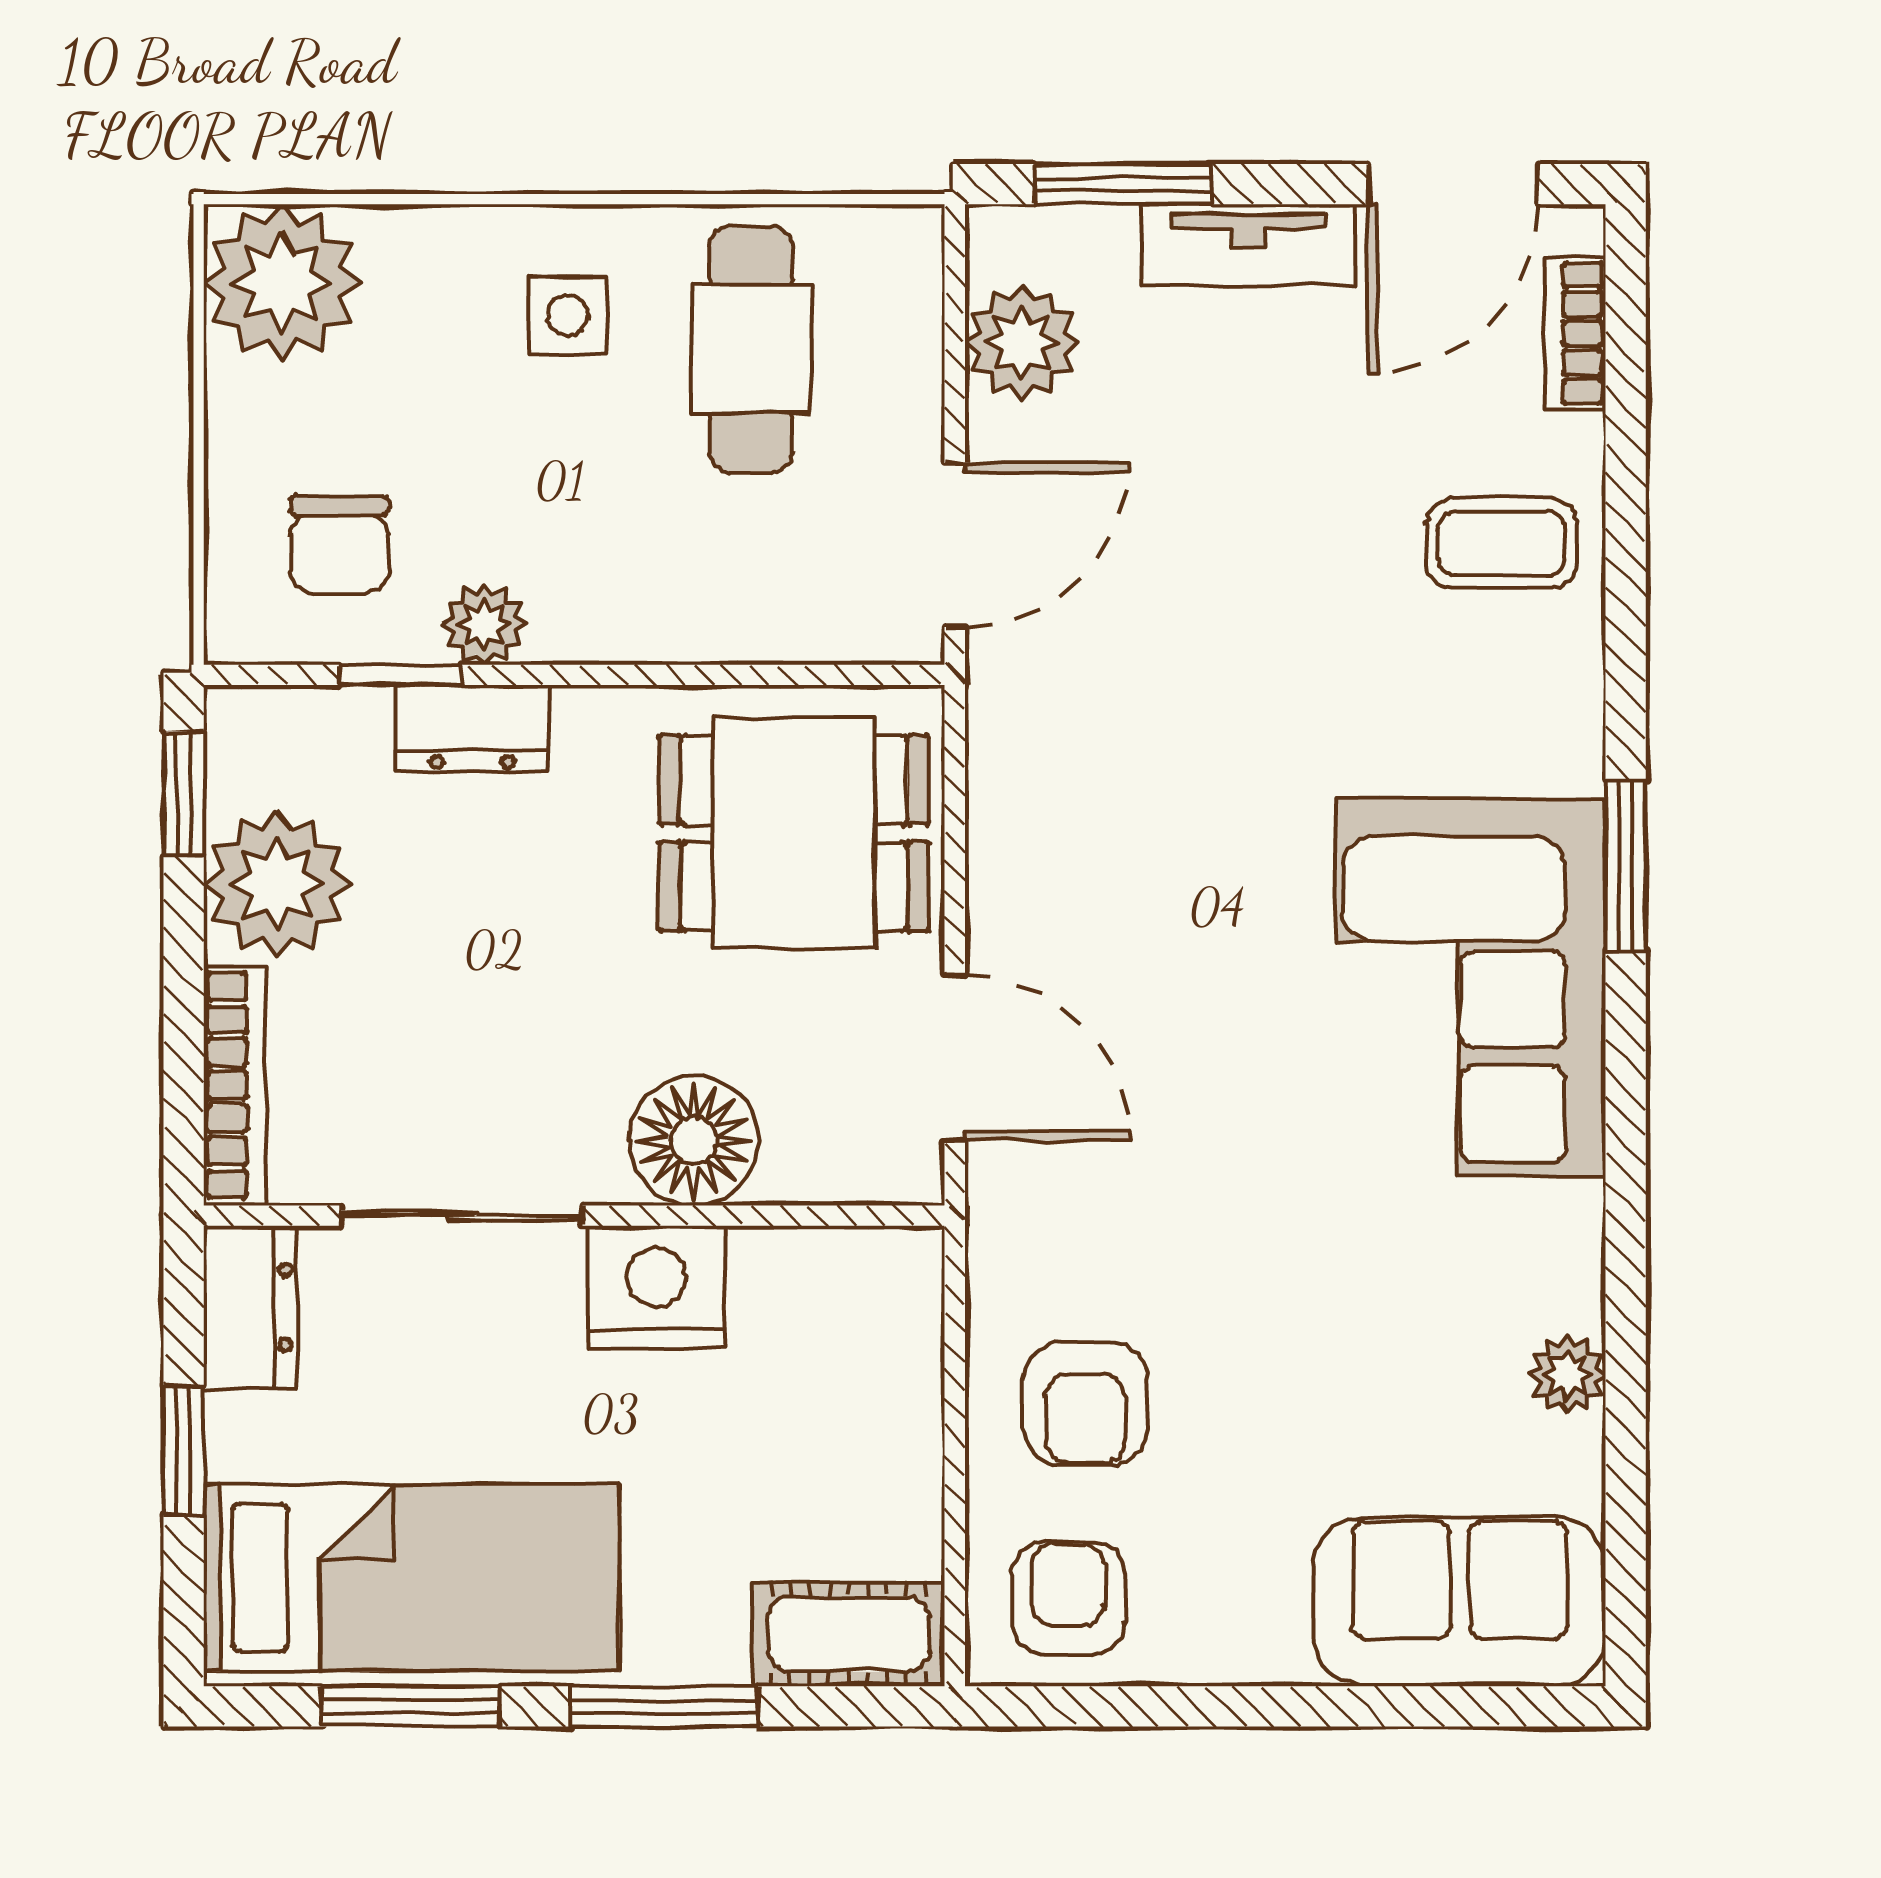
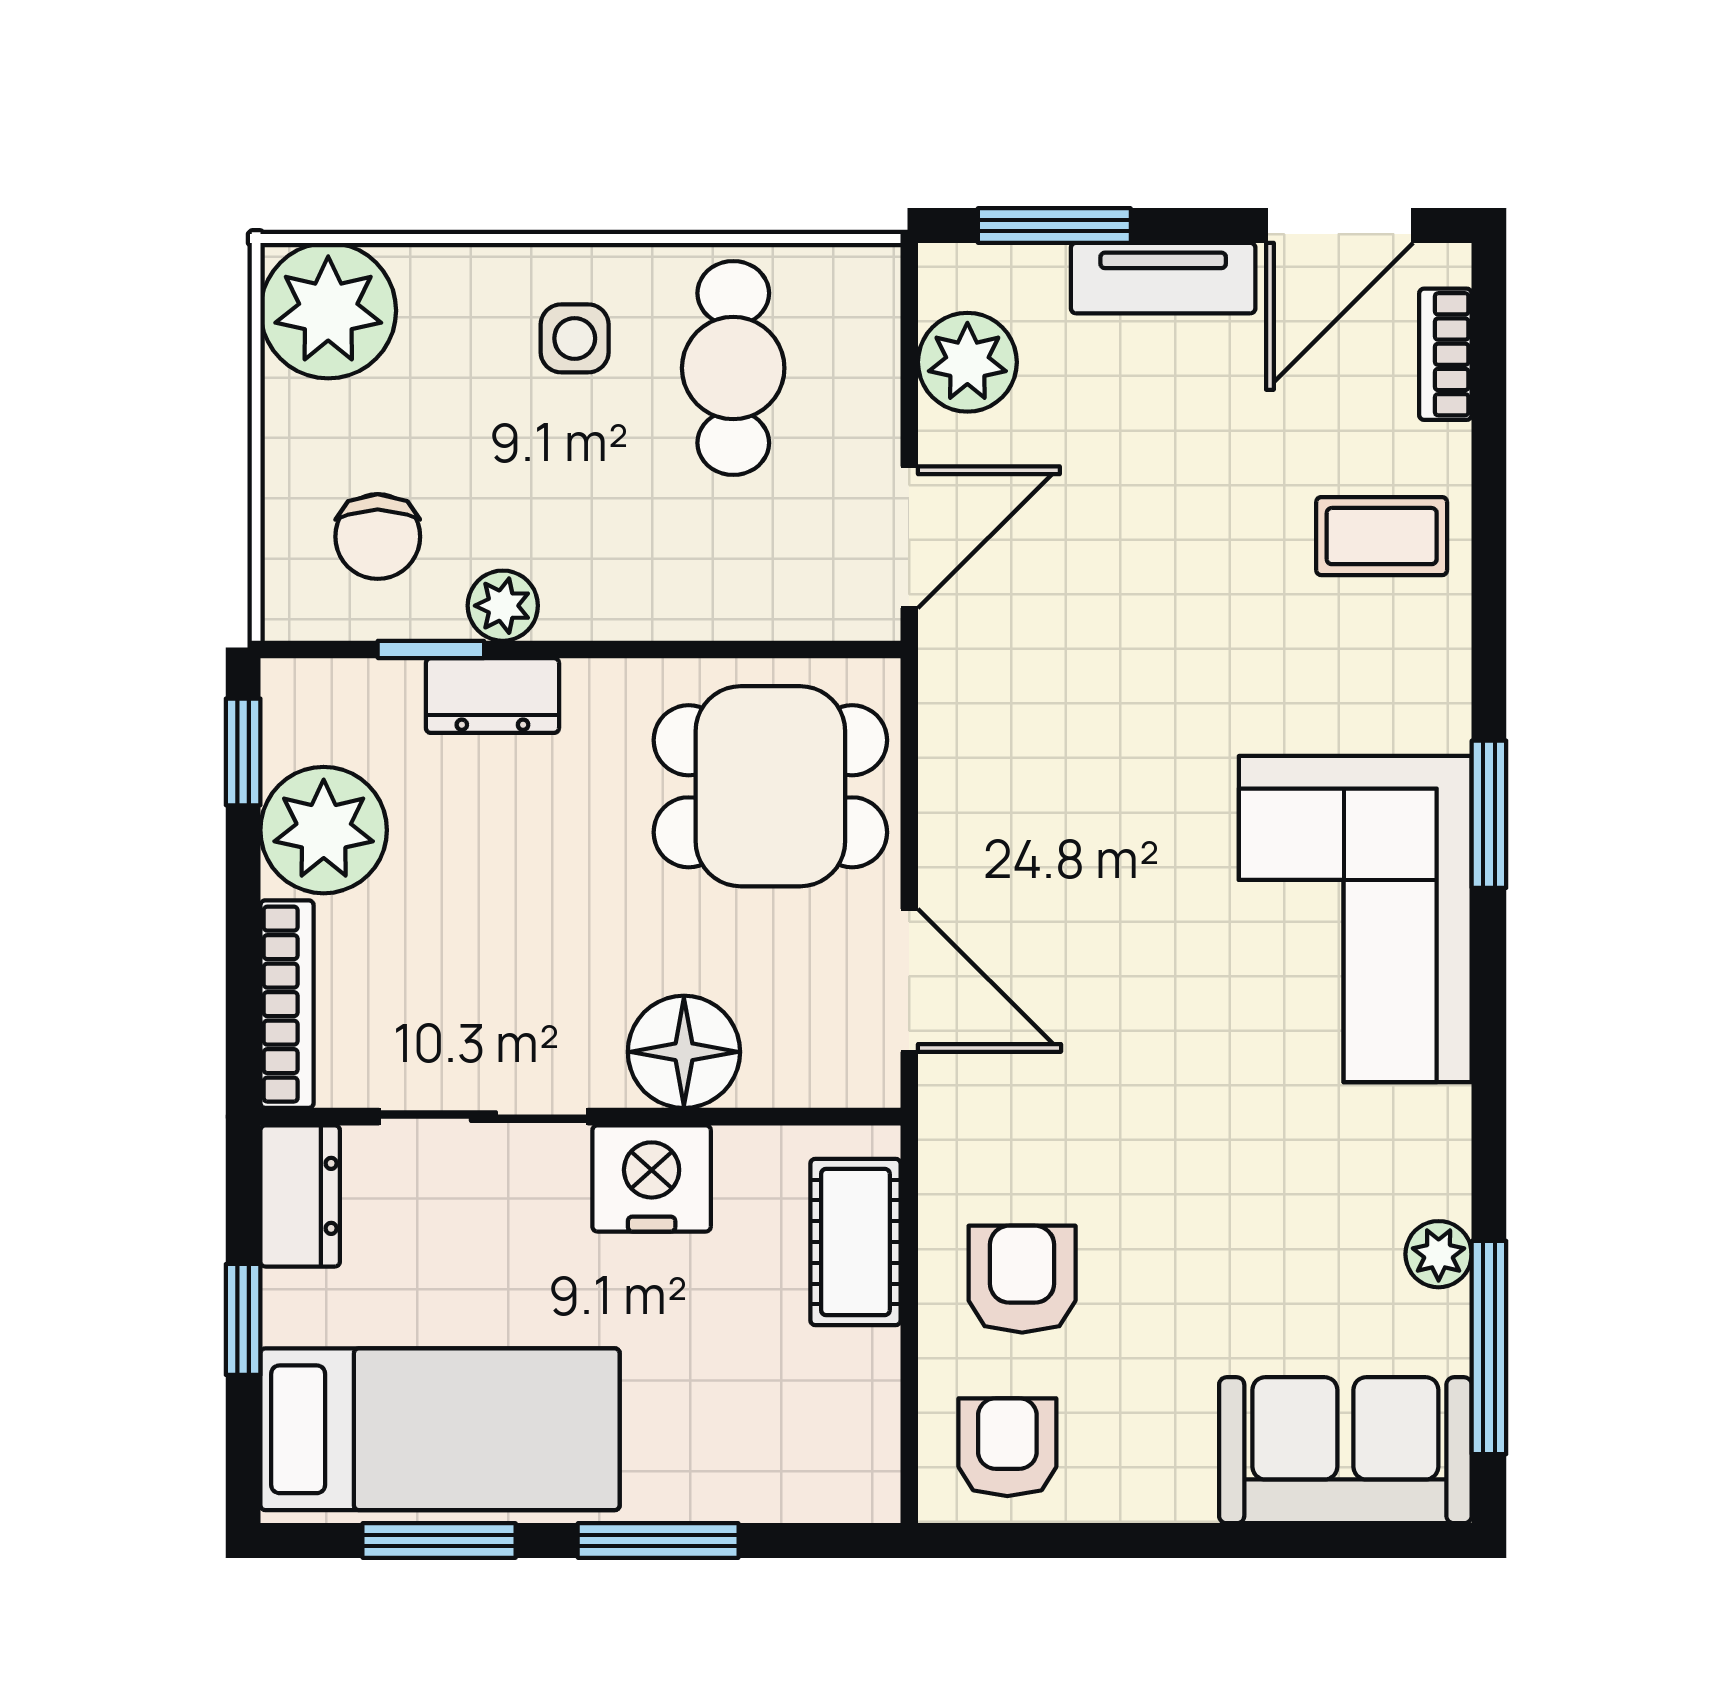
armchair: (1085, 1404) -> (1022, 1279), turned 180
window: (1626, 1483) -> (1489, 1347), added
cot: (849, 1634) -> (855, 1242), moved, turned 90

